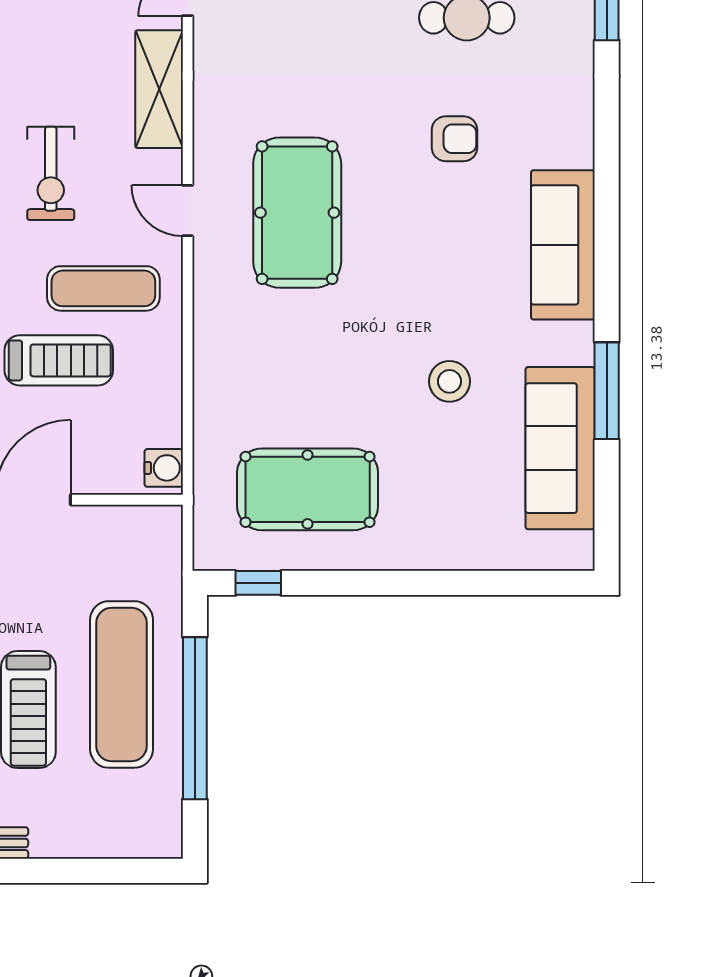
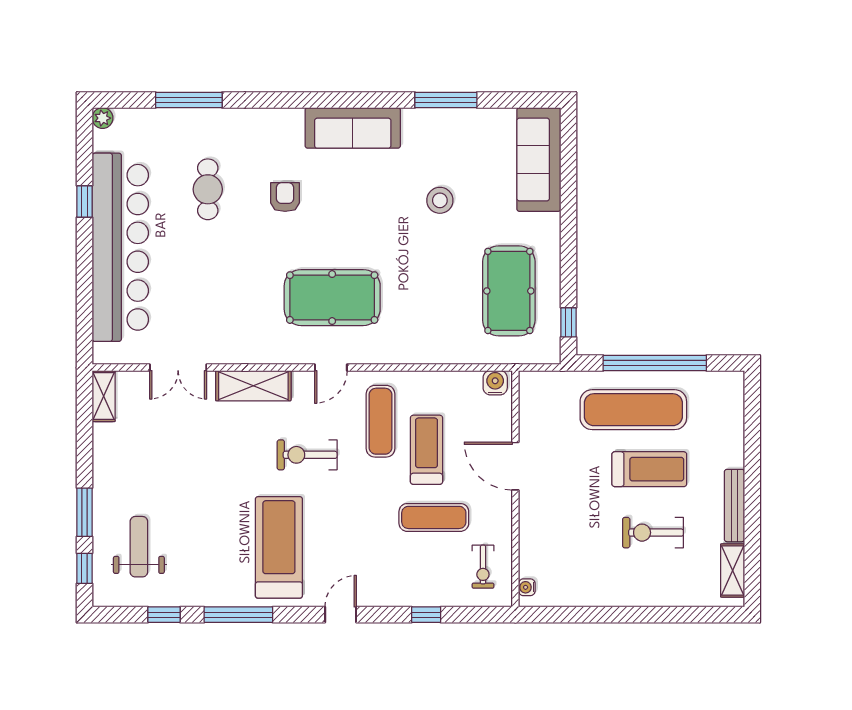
exercise bike: (51, 173) -> (307, 455), turned 180
sofa: (560, 448) -> (539, 160), moved, turned 90

